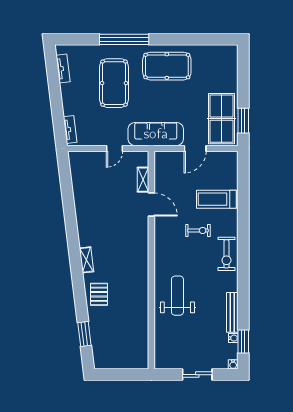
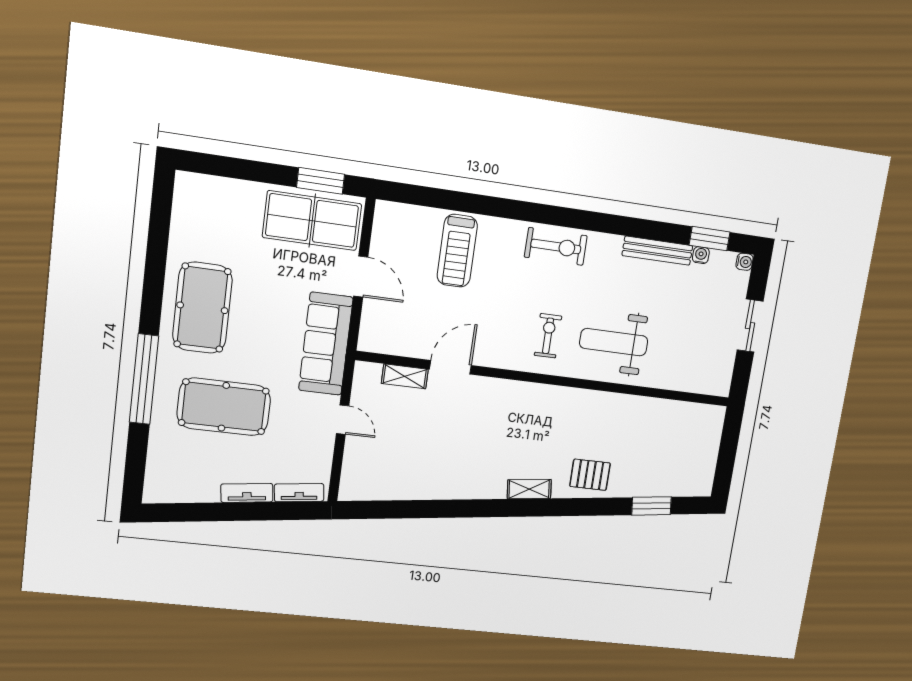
tv unit: (63, 69) -> (247, 493), moved
exercise bike: (198, 231) -> (548, 336), moved

